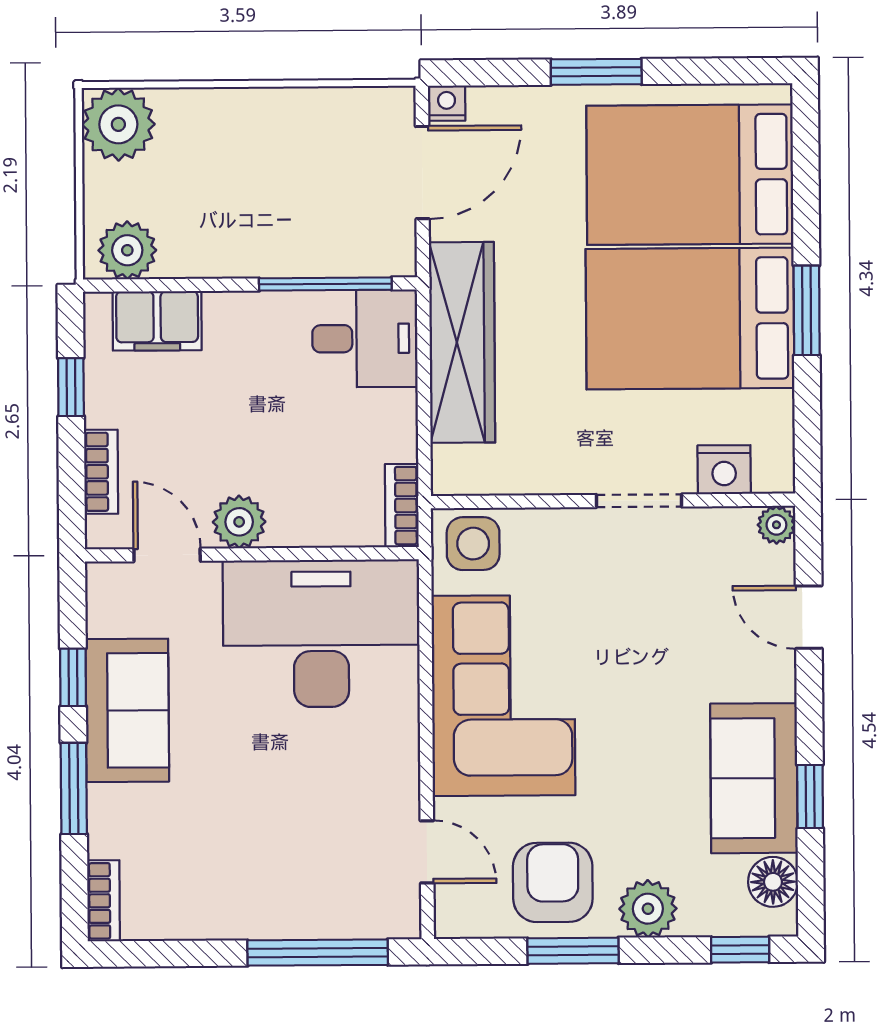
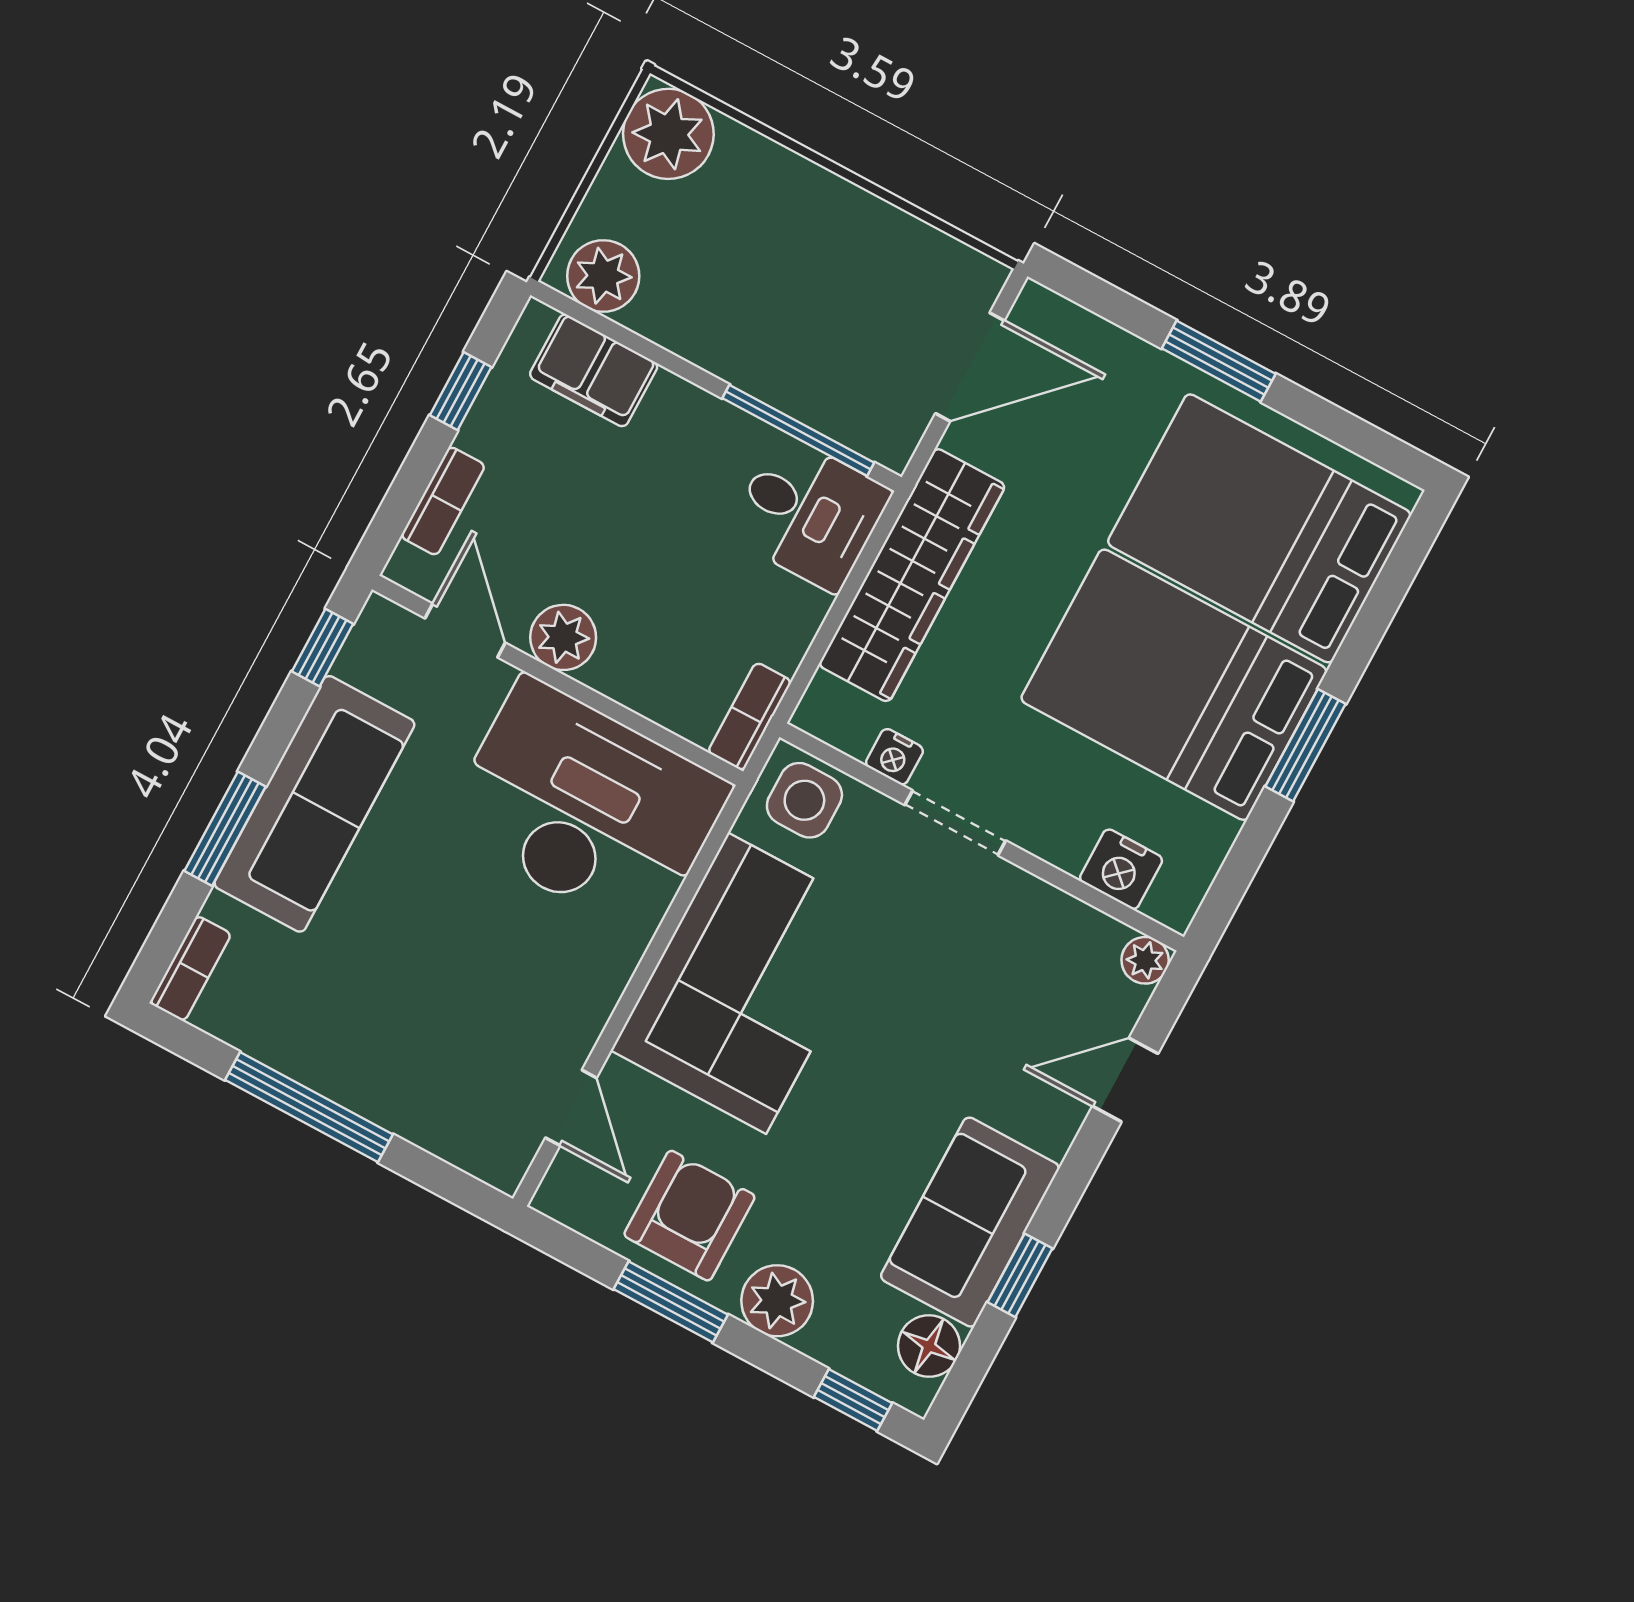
nightstand: (447, 103) -> (894, 757), moved, turned 180
doorway: (639, 501) -> (955, 823), moved
door: (809, 617) -> (1125, 1080), hinge flipped
window: (73, 677) -> (322, 648), moved
sofa: (127, 710) -> (314, 804), width x1.36
window: (318, 953) -> (309, 1107), moved

